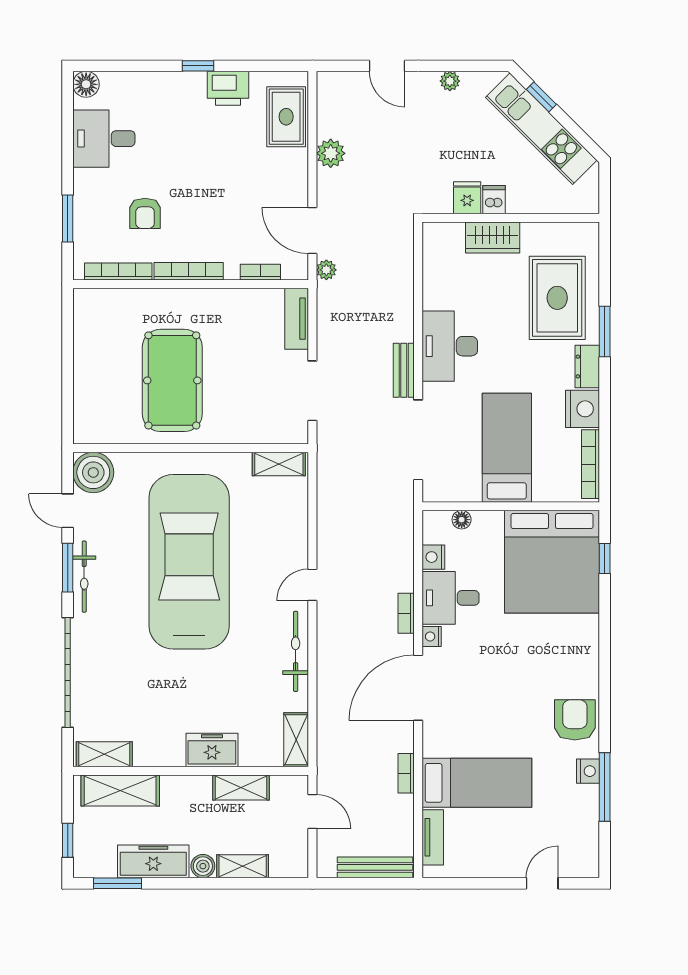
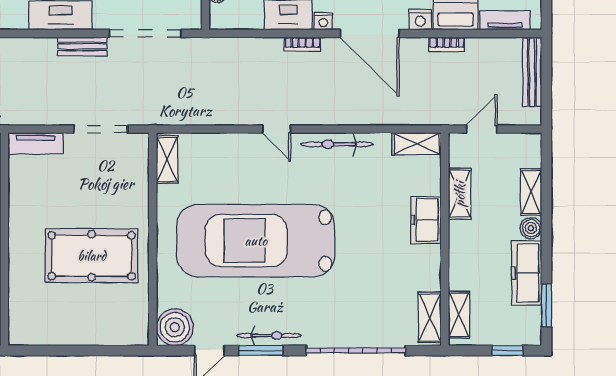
nightstand: (433, 557) -> (420, 20), moved
shelving: (120, 790) -> (459, 315), width x0.67, depth x0.75

